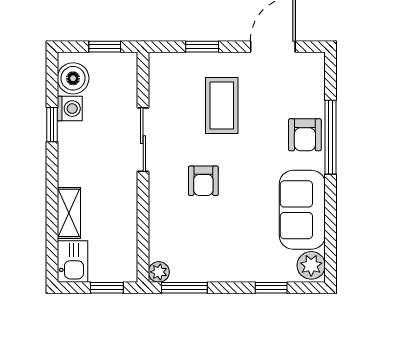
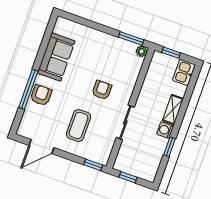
window: (202, 47) -> (93, 165), moved
boiler: (73, 78) -> (150, 167), removed
washing machine: (70, 109) -> (165, 130), moved
shelving: (69, 213) -> (173, 110), moved
plant: (311, 265) -> (62, 27), removed
window: (271, 288) -> (87, 23), removed

